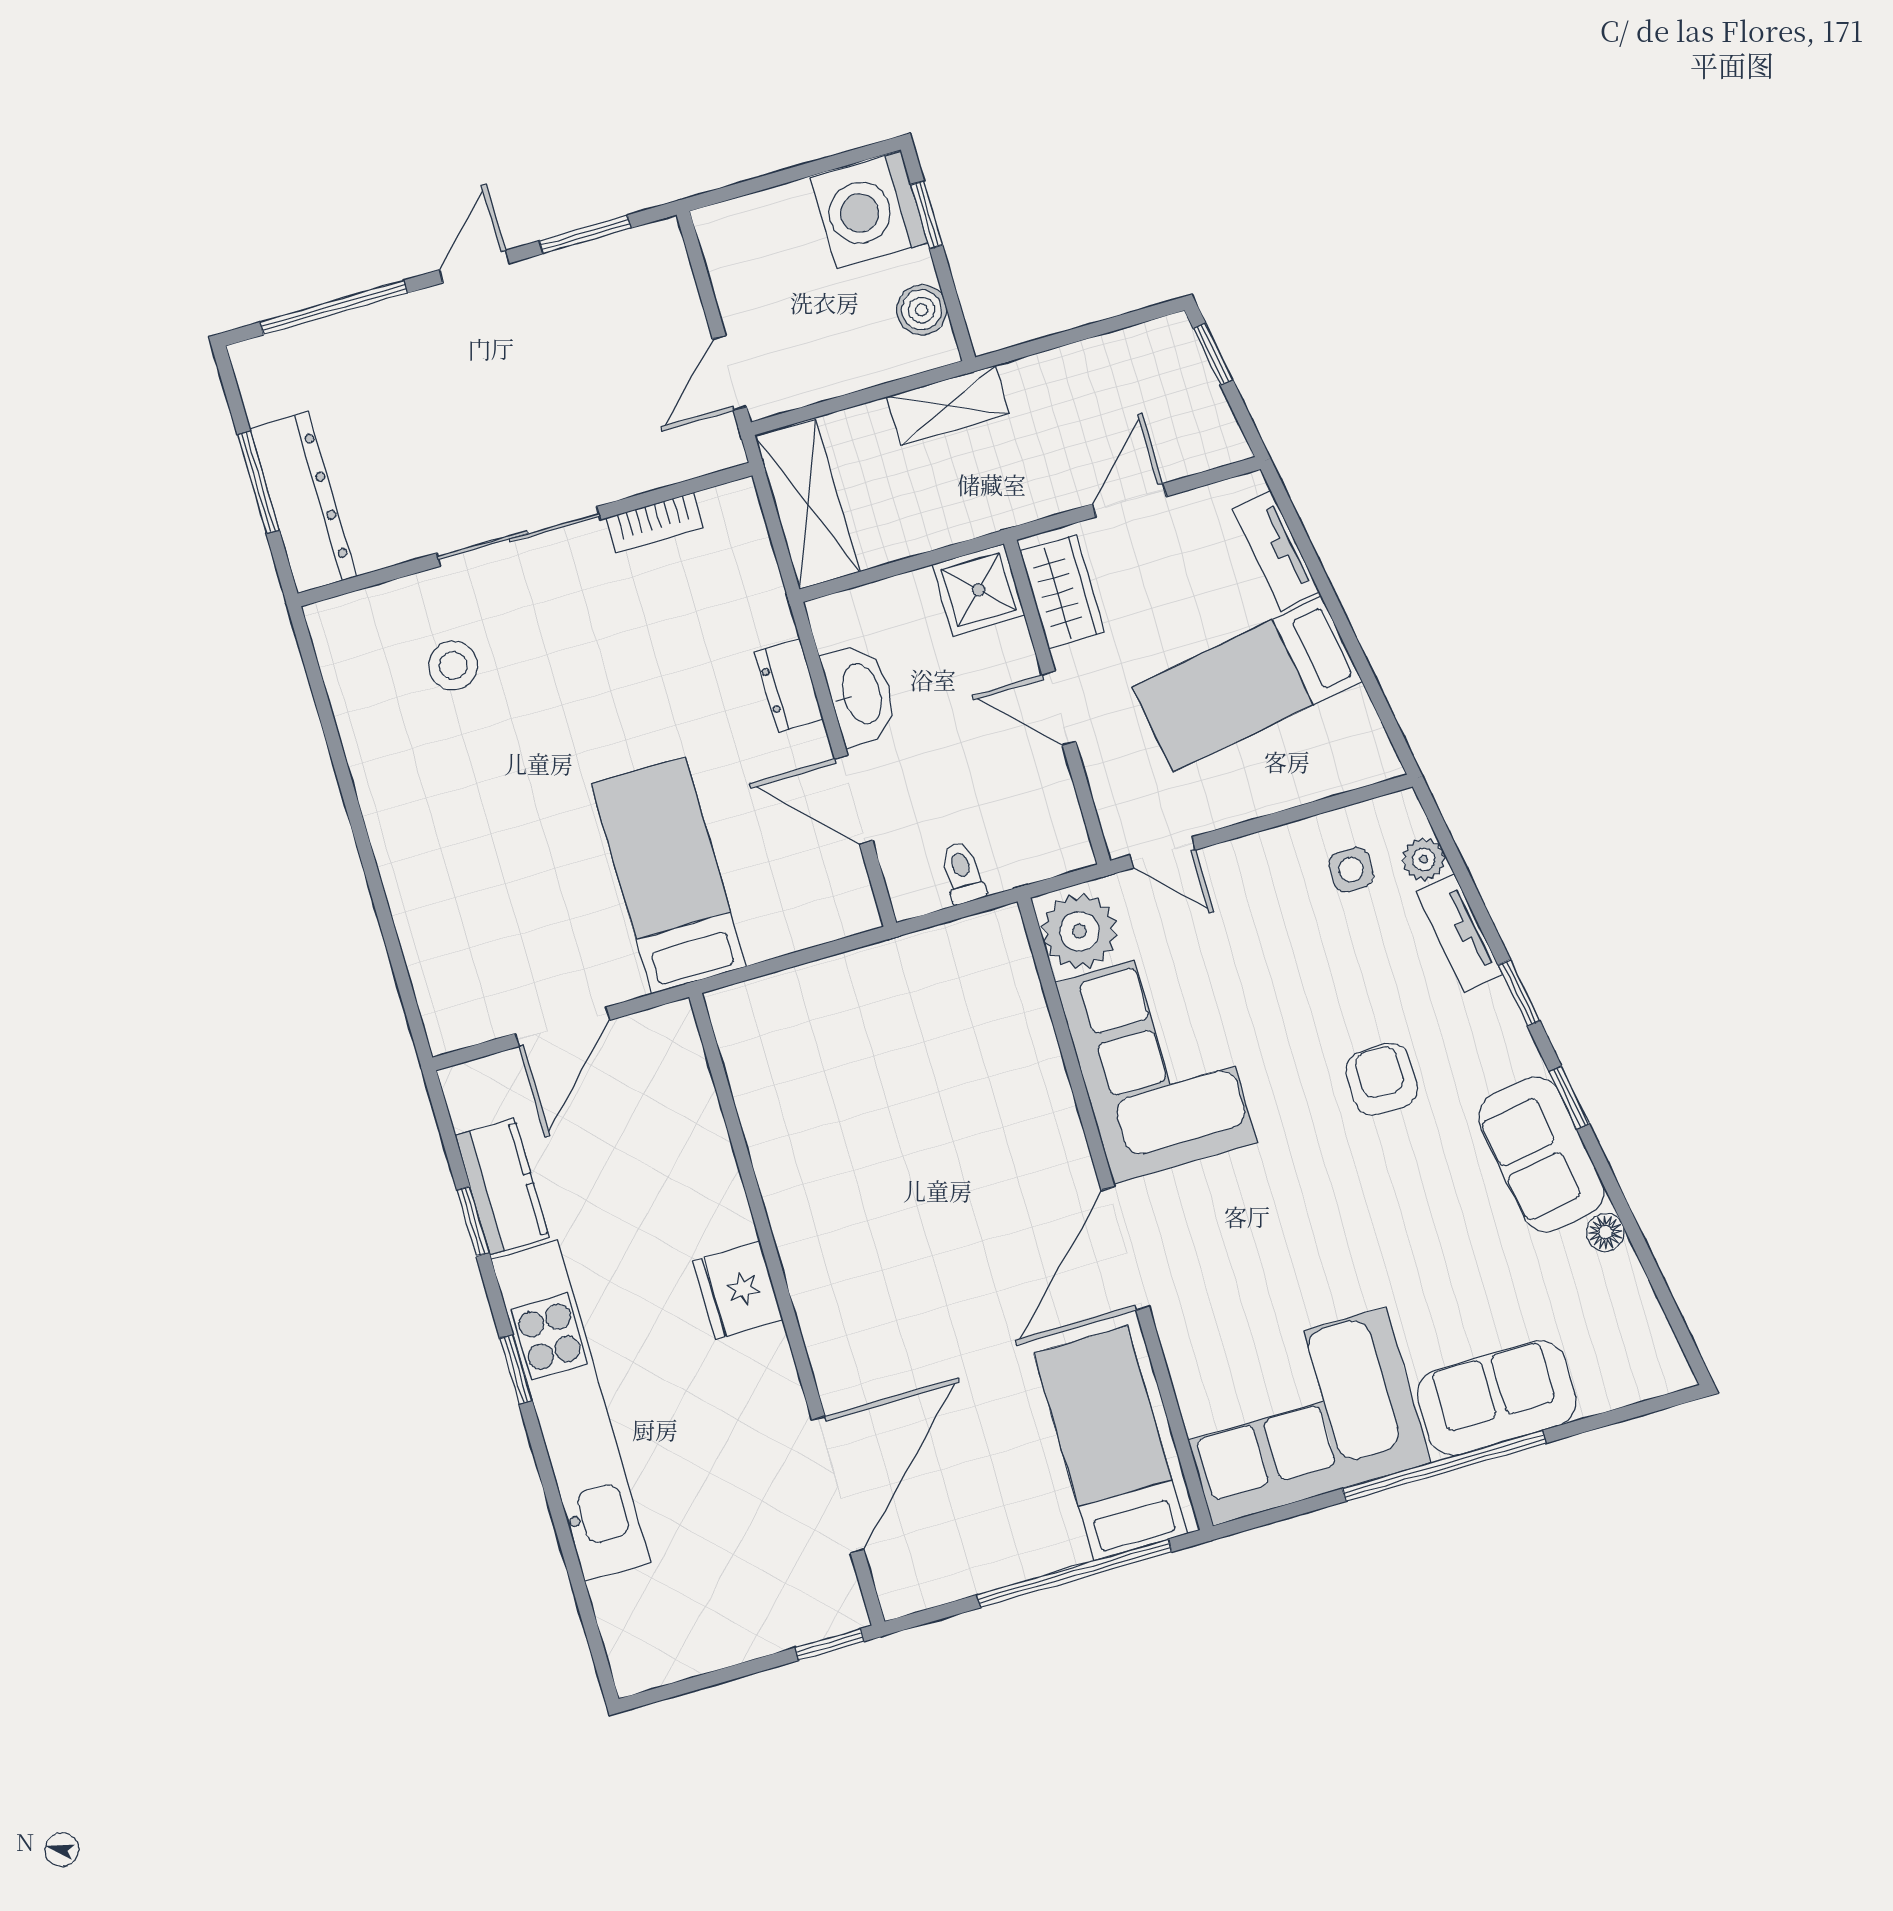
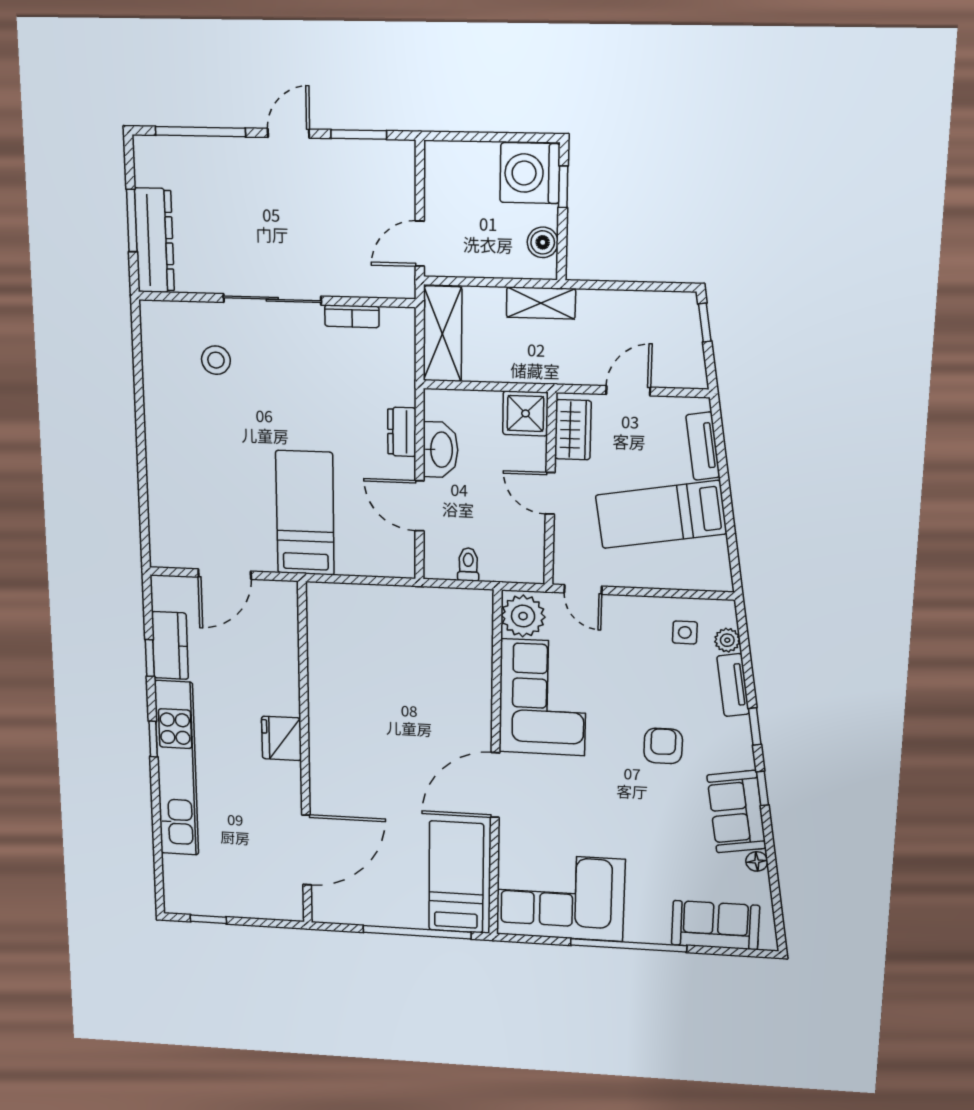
sofa: (1497, 1398) -> (715, 925), moved
window: (830, 1644) -> (208, 919), moved

